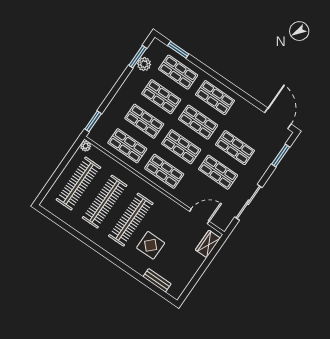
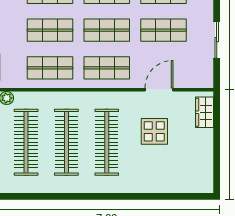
sliding door: (248, 202) -> (217, 40), width x0.73
door: (199, 216) -> (159, 90), moved
display table: (151, 245) -> (154, 131), moved
bench: (157, 280) -> (178, 187), removed

